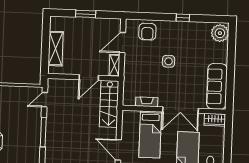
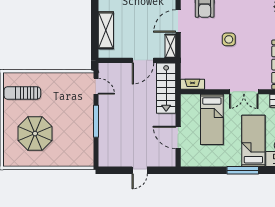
door: (44, 100) -> (96, 86), swing flipped
fireplace: (147, 102) -> (192, 84), moved
double door: (181, 110) -> (244, 92), width x0.73

